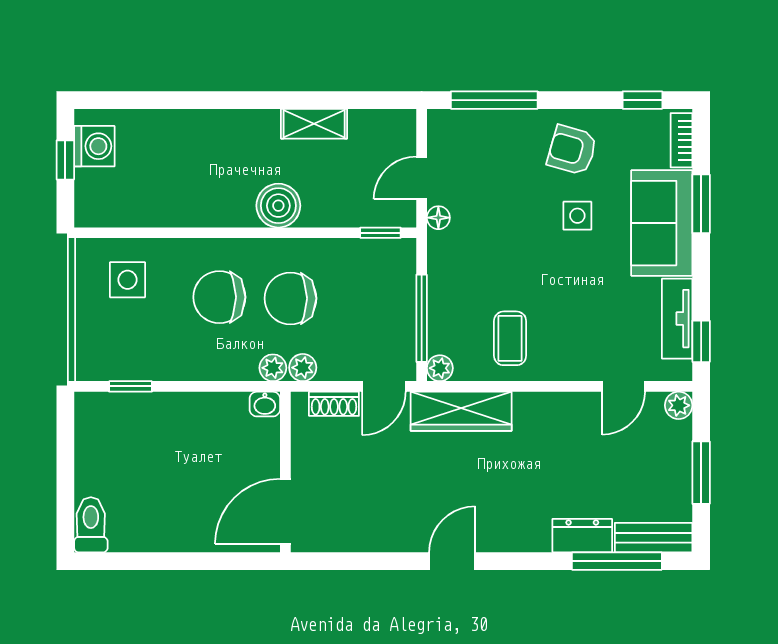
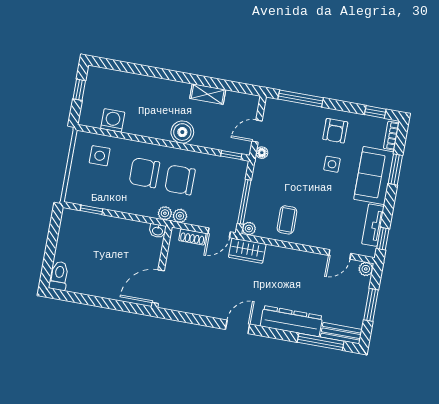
washing machine: (94, 146) -> (113, 120), moved, turned -90
armchair: (572, 150) -> (335, 131), turned -106
wardrobe: (461, 411) -> (247, 251), width x0.67
dresser: (582, 536) -> (291, 321), width x1.96, depth x1.24

